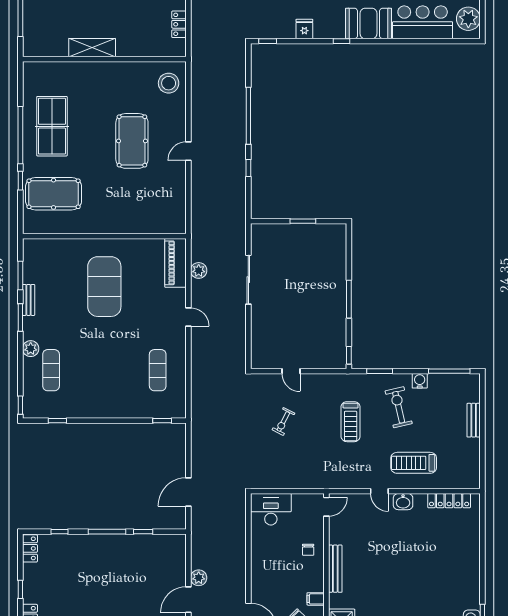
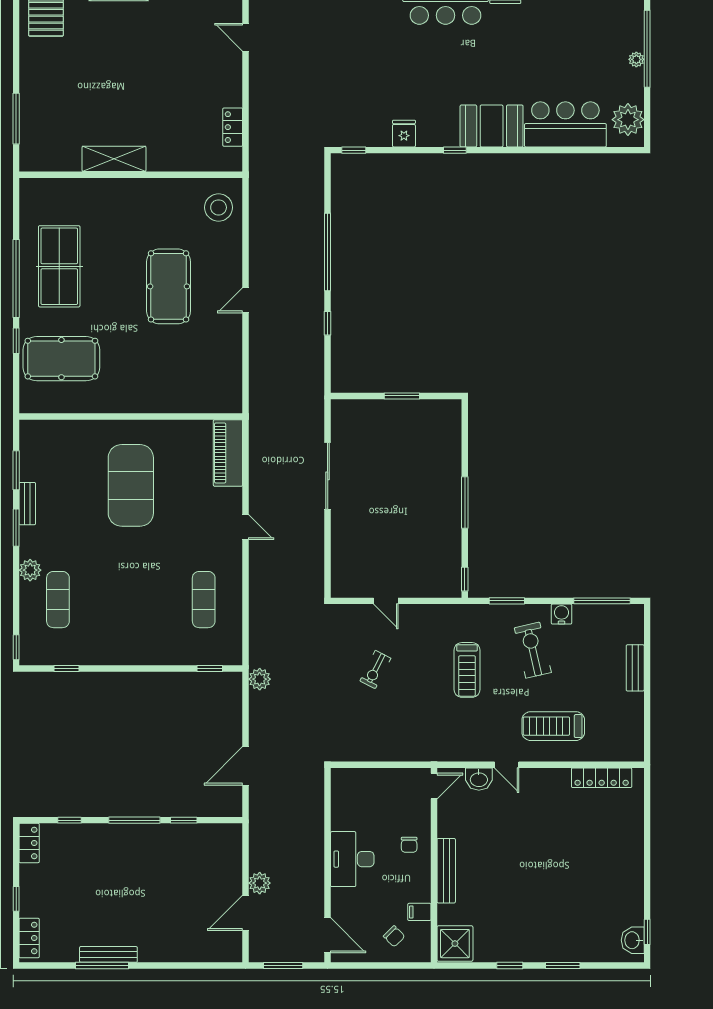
plant: (199, 270) -> (260, 679), moved
washbasin: (403, 502) -> (479, 779), moved
desk: (271, 509) -> (352, 859), moved, turned -90

